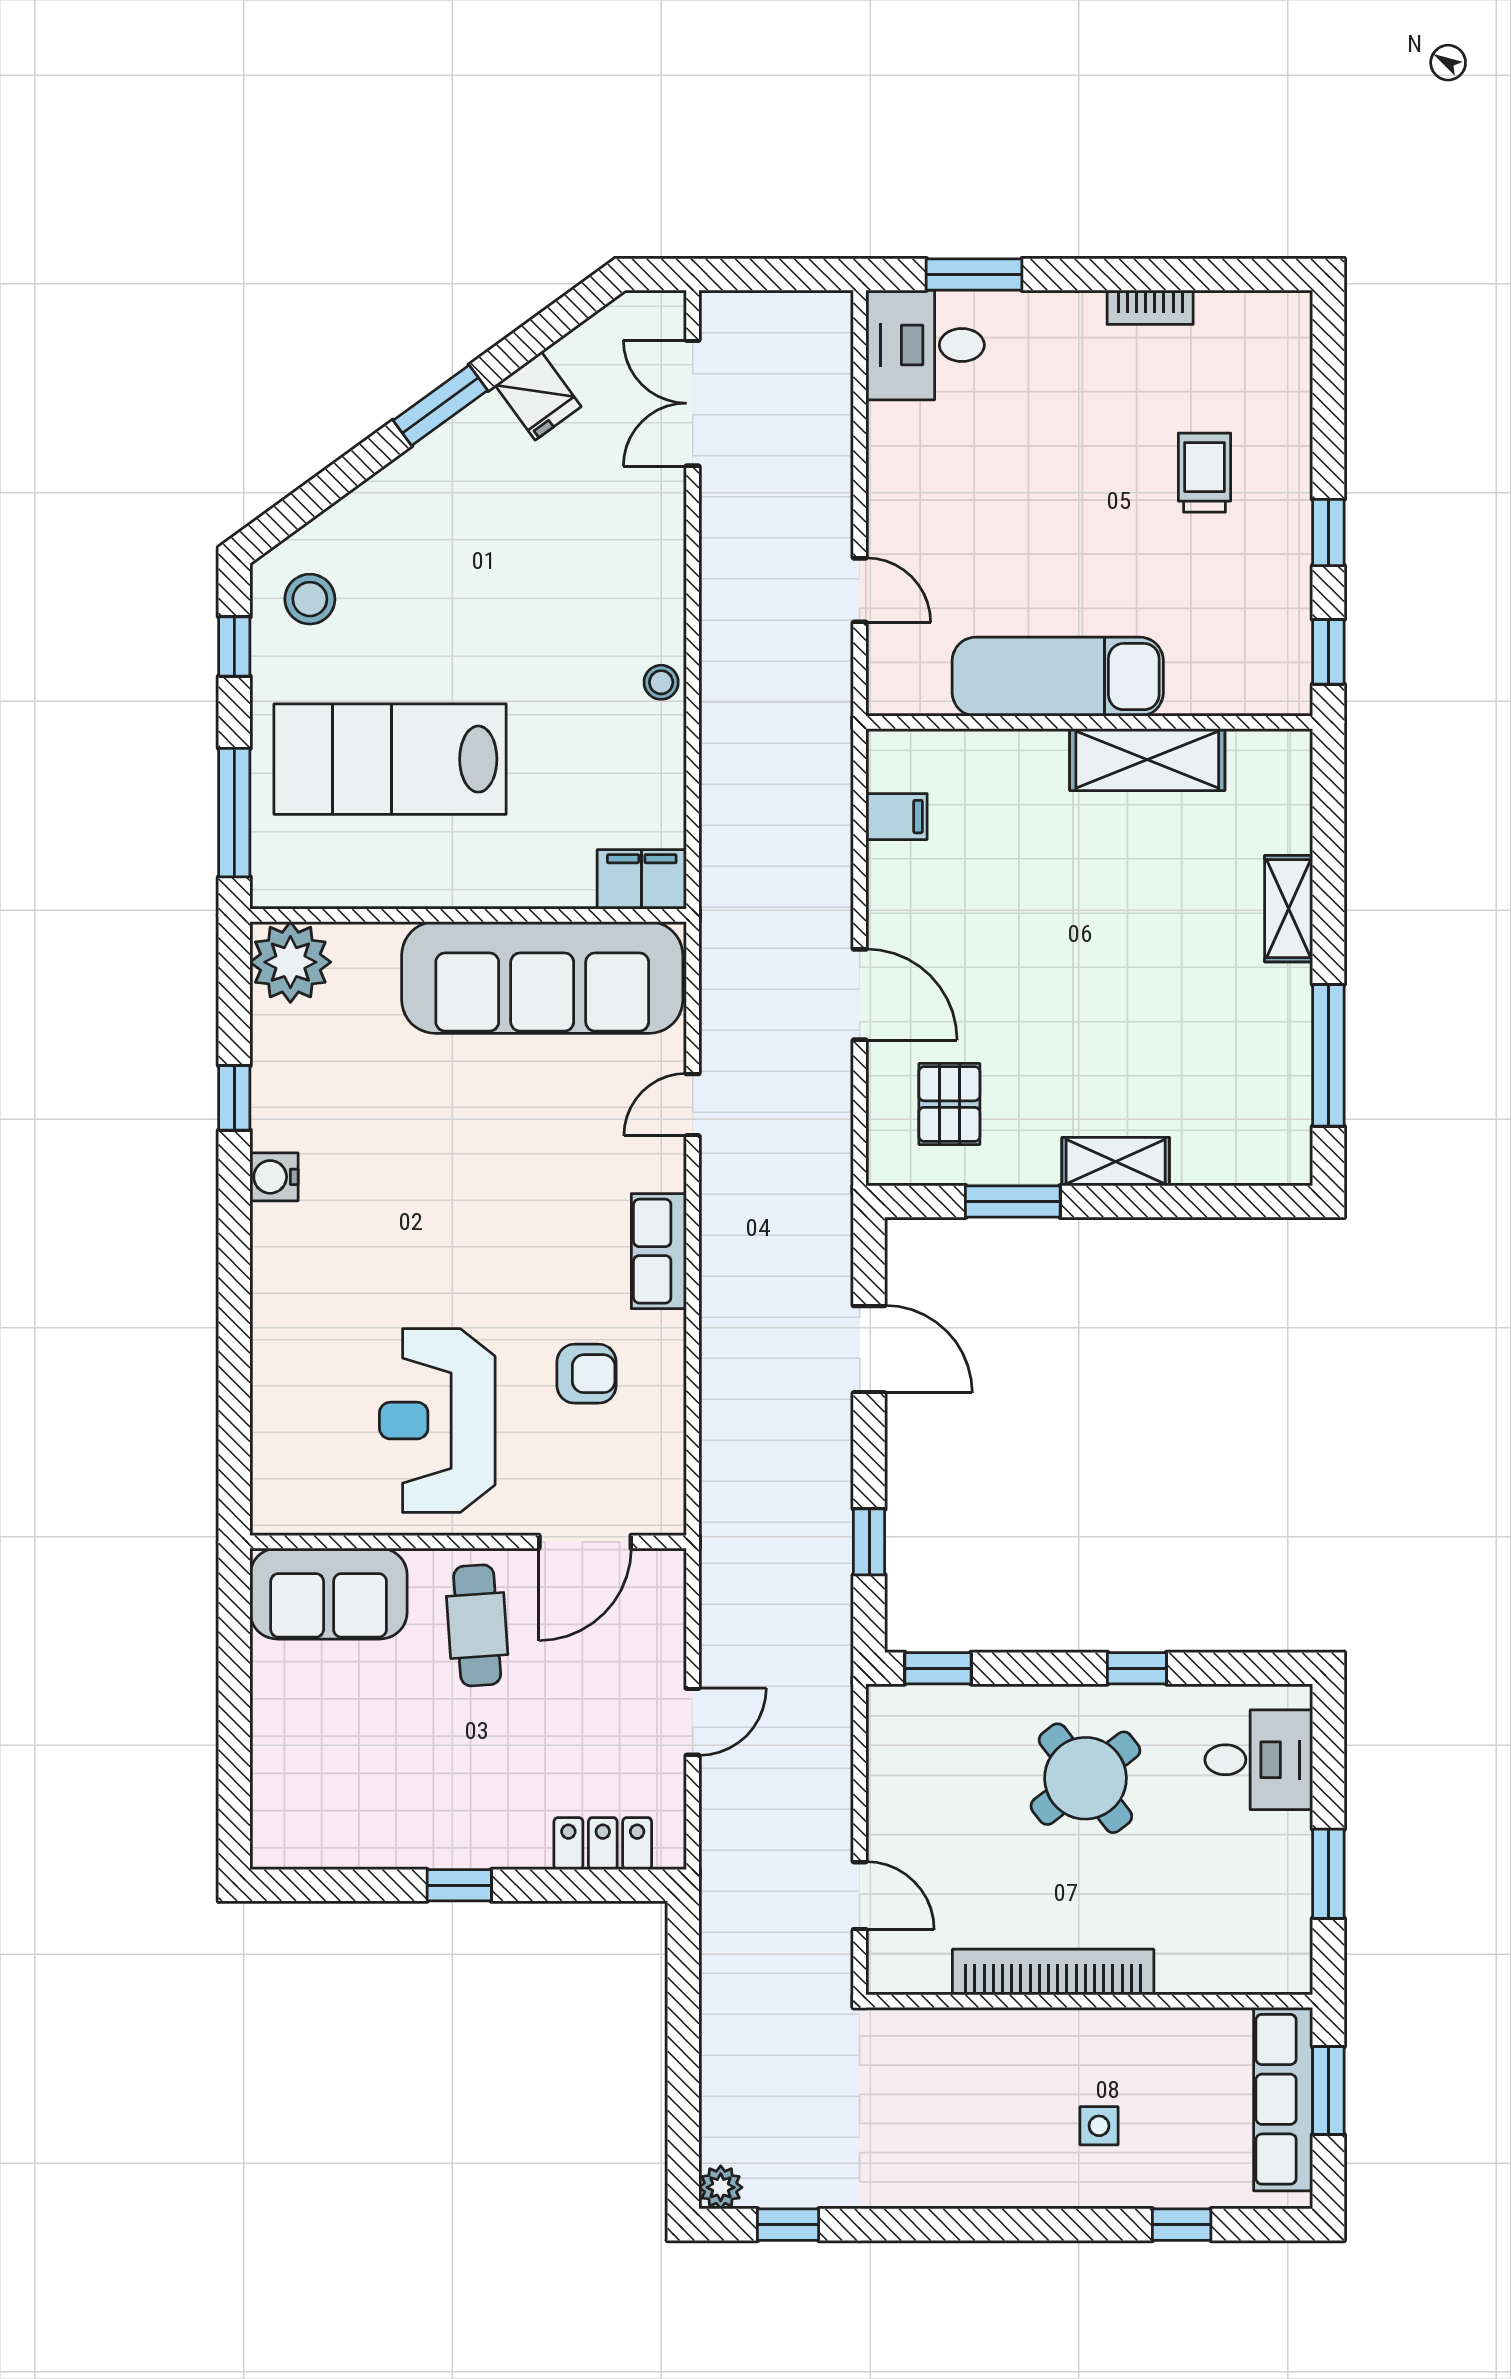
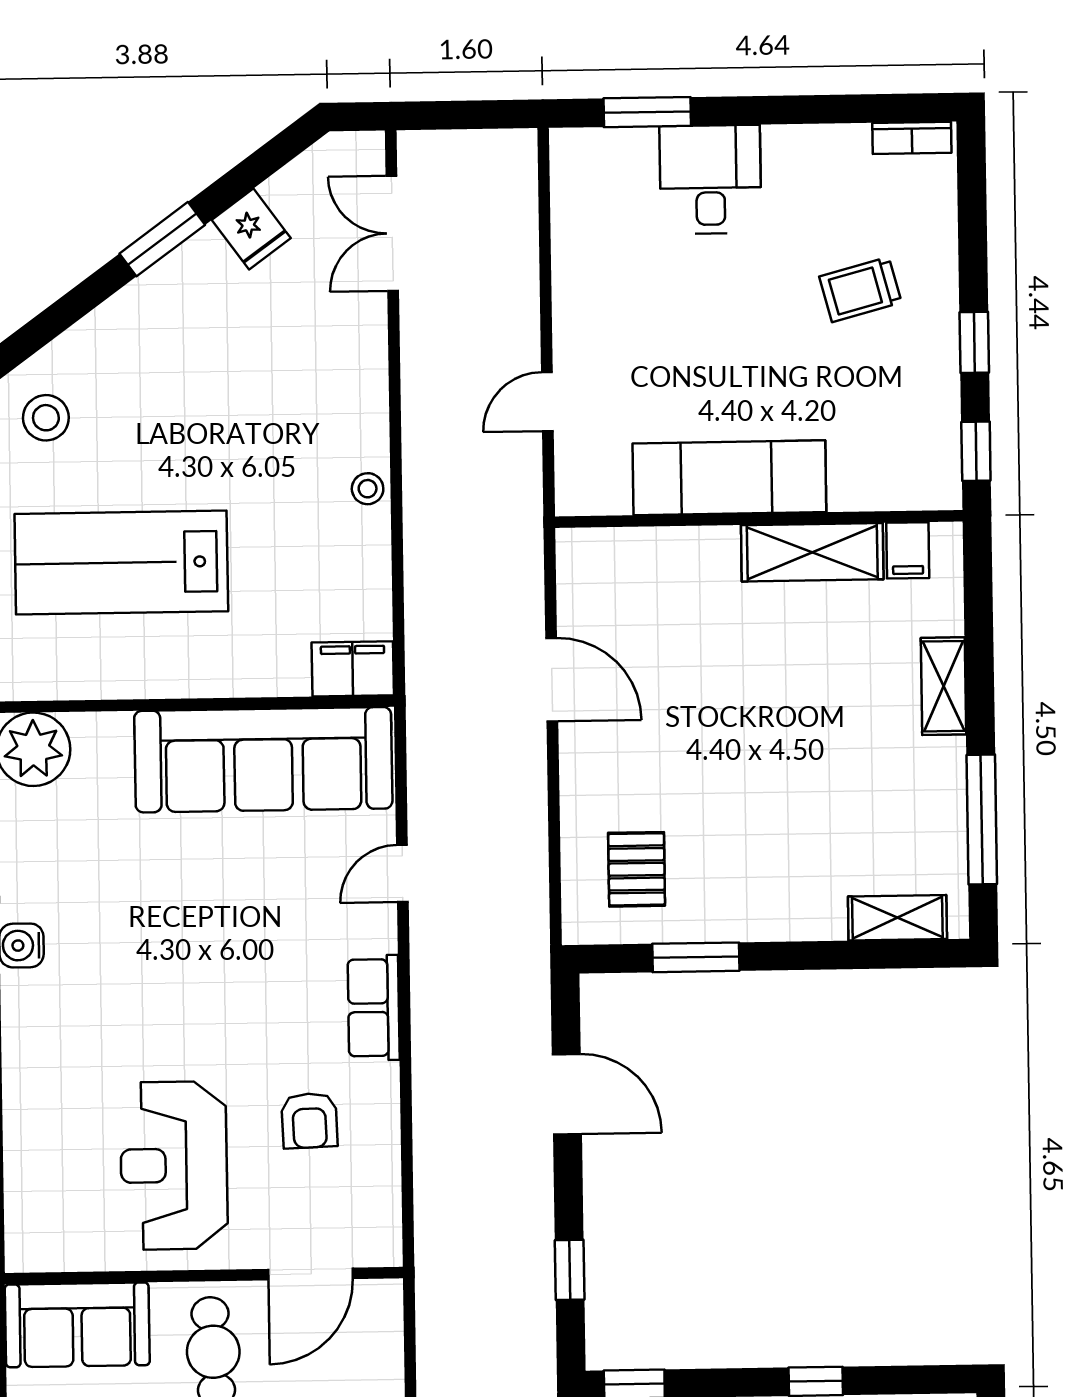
bookcase: (1150, 307) -> (912, 138), moved
desk: (925, 345) -> (710, 179), moved, turned 90
trolley: (1205, 473) -> (860, 290), turned -105
door: (860, 590) -> (547, 402), swing flipped
filing cabinet: (897, 817) -> (908, 550), moved, turned 90
door: (860, 995) -> (552, 680), moved
shelving: (1116, 1162) -> (897, 918), moved
armchair: (587, 1374) -> (309, 1121), turned 88

